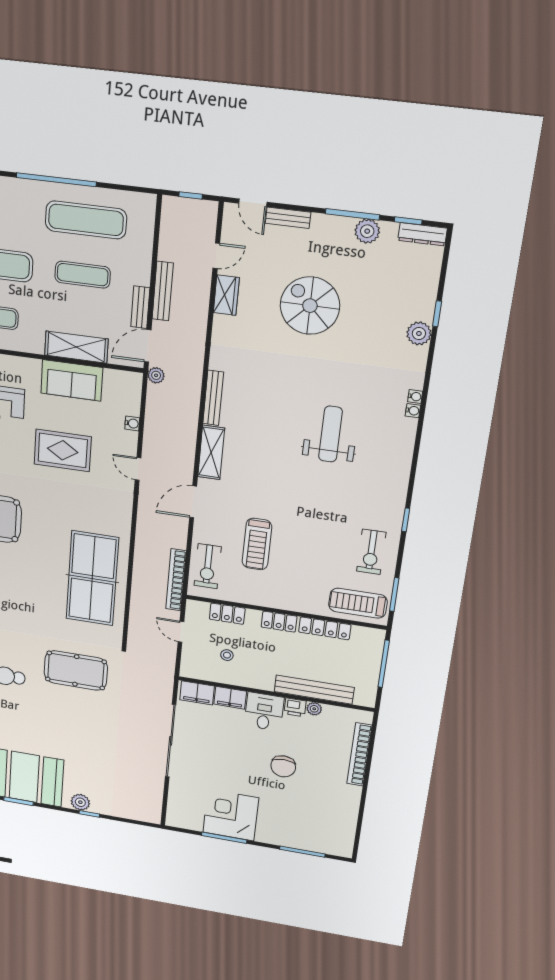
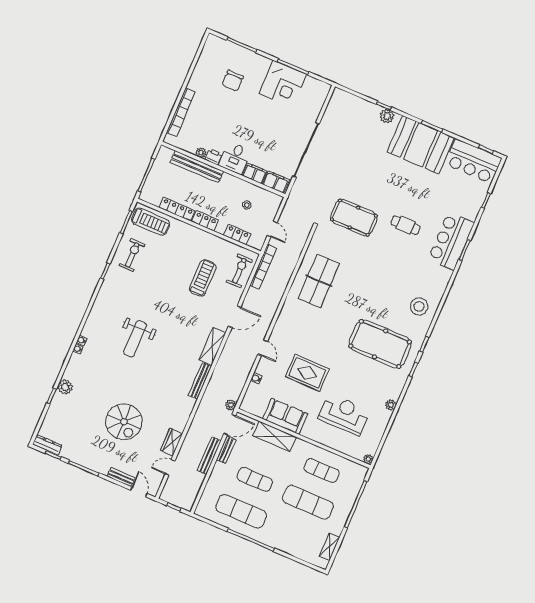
plant: (367, 231) -> (78, 456), removed
table tennis table: (92, 578) -> (319, 281), width x0.73, depth x0.76
chair: (283, 766) -> (233, 81), moved, turned 180

